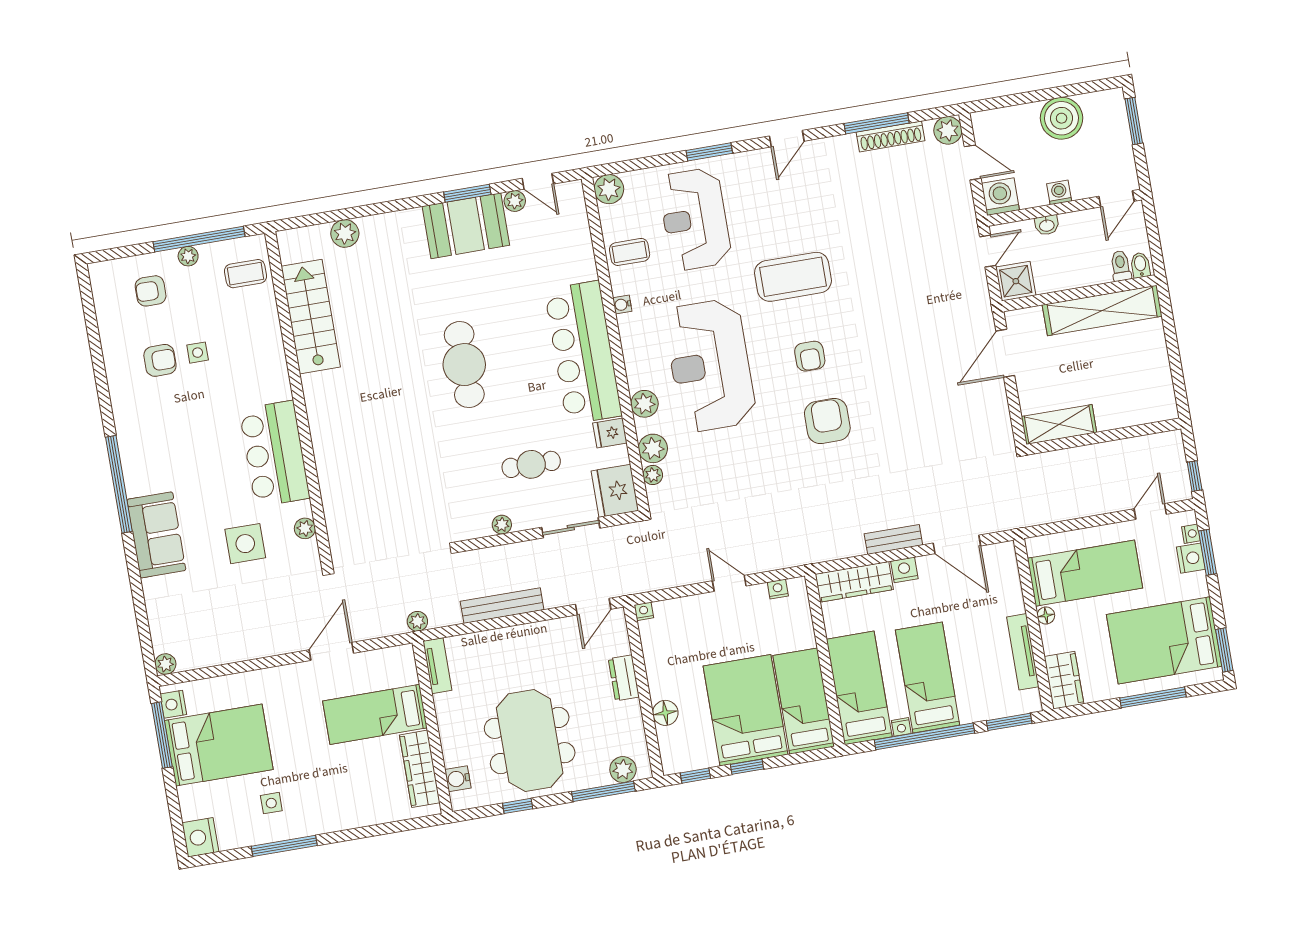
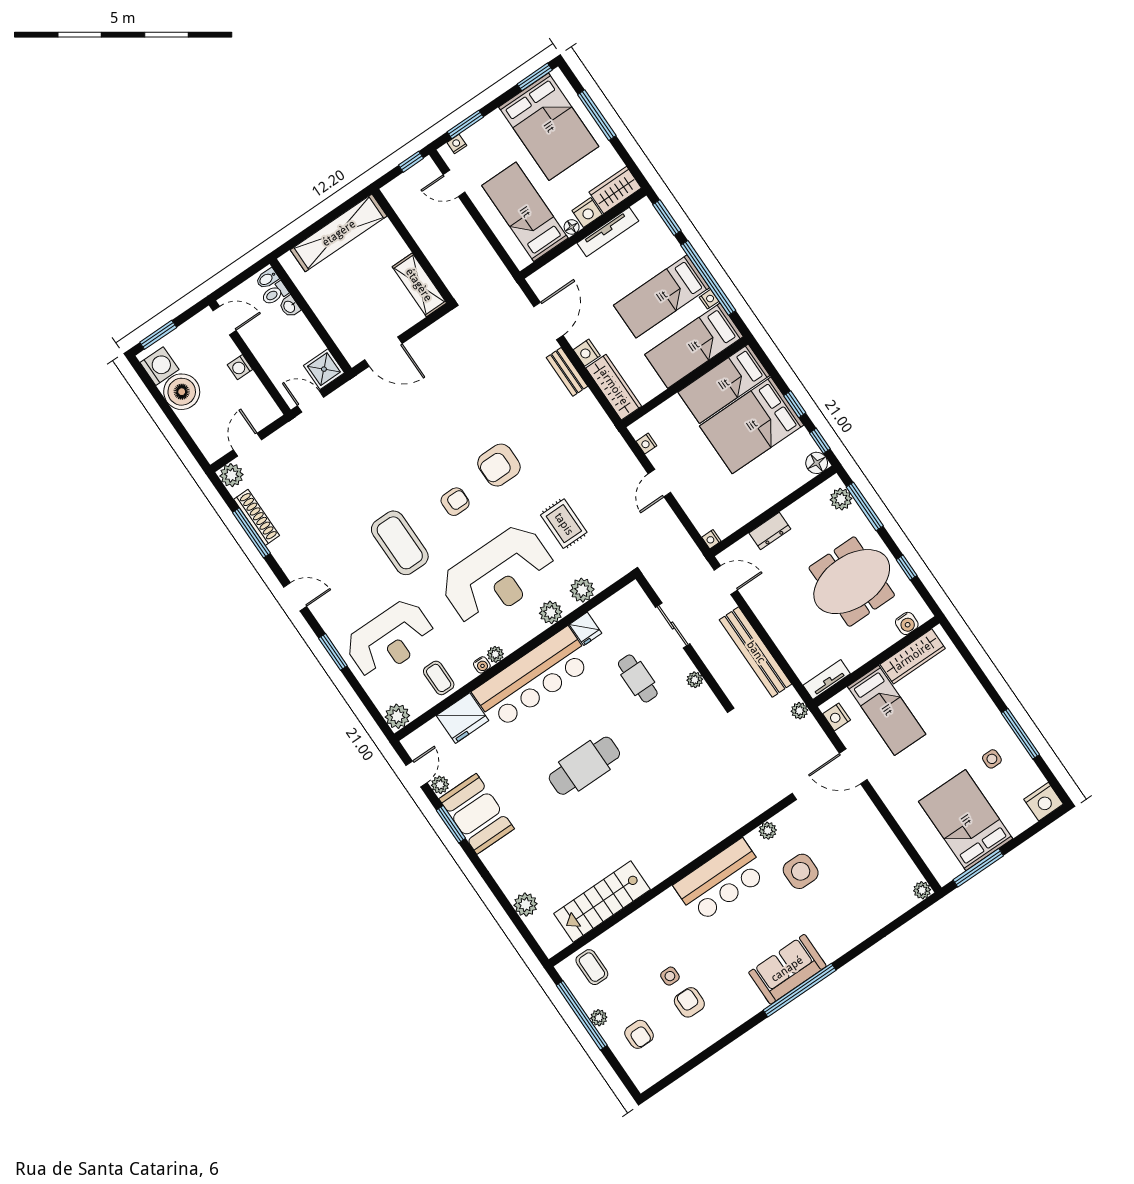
washing machine: (1000, 197) -> (159, 366), moved, turned 180
washbasin: (1047, 225) -> (290, 307), moved, turned 180
shelving: (1102, 310) -> (339, 233), moved, turned 90
rug: (733, 461) -> (564, 524), added
plant: (653, 475) -> (495, 654), moved
fridge: (615, 491) -> (463, 718), moved
sofa: (156, 535) -> (787, 969), moved
nightstand: (1191, 558) -> (587, 213), moved, turned 180
bench: (502, 606) -> (756, 652), width x1.37, depth x1.21
nightstand: (173, 704) -> (837, 717), moved, turned 90
floor lamp: (665, 713) -> (817, 463), moved

